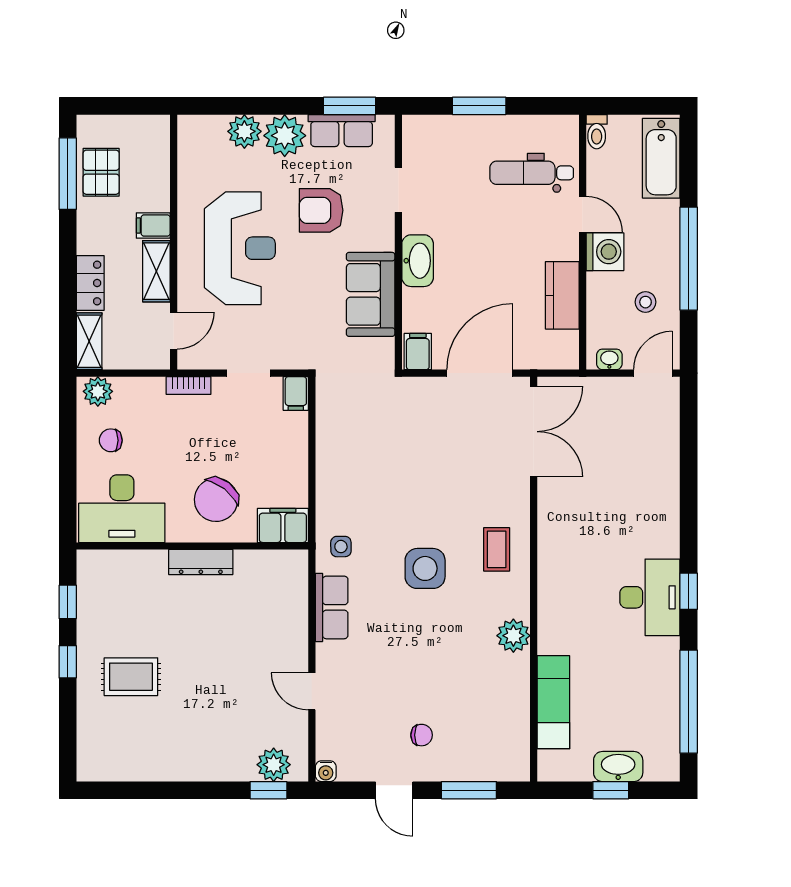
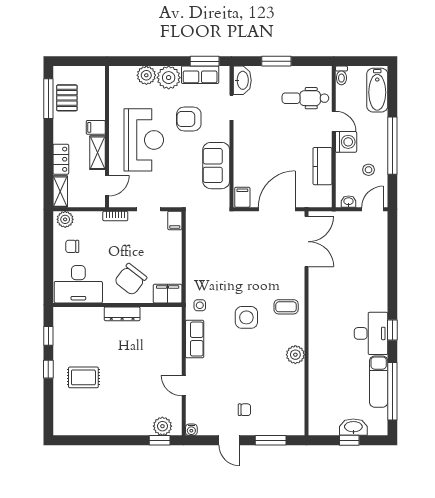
washbasin: (418, 261) -> (242, 80), moved
coffee table: (497, 549) -> (286, 307), turned 90
exam couch: (553, 702) -> (379, 382), moved, turned 180

